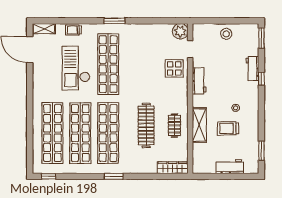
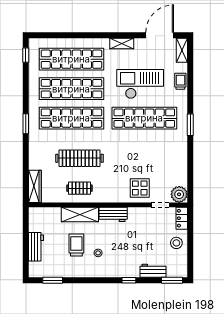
locker: (203, 29) -> (182, 218), added
workbench: (252, 68) -> (153, 271), moved
workbench: (199, 81) -> (113, 214), moved
shelving: (38, 85) -> (122, 43), added

